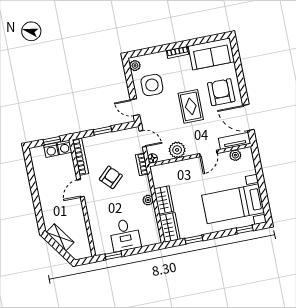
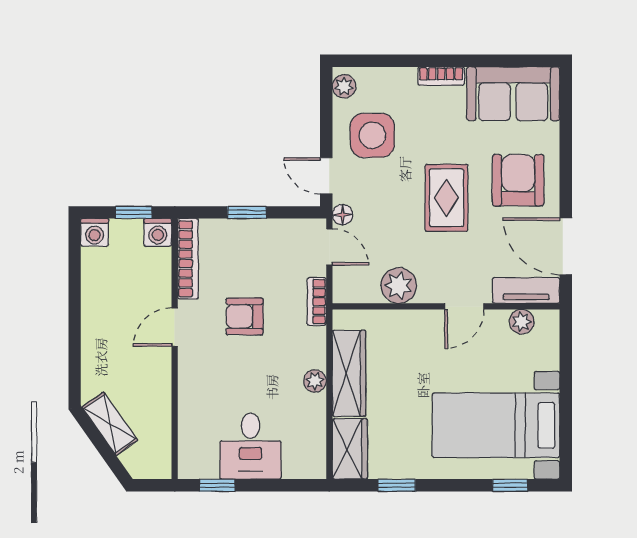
washing machine: (51, 150) -> (95, 232), moved
floor lamp: (153, 158) -> (343, 215), moved
armchair: (111, 177) -> (245, 316), turned -136
wardrobe: (164, 200) -> (349, 373), width x1.50

